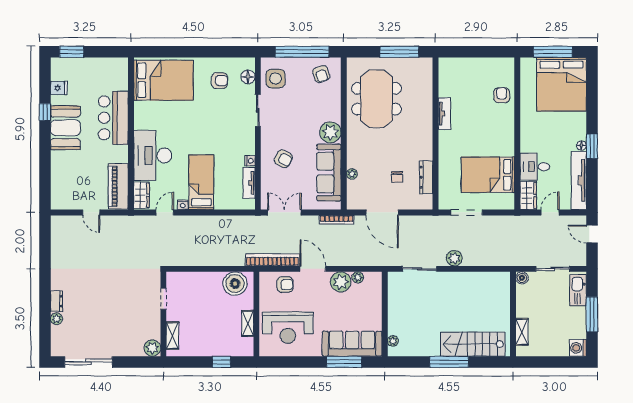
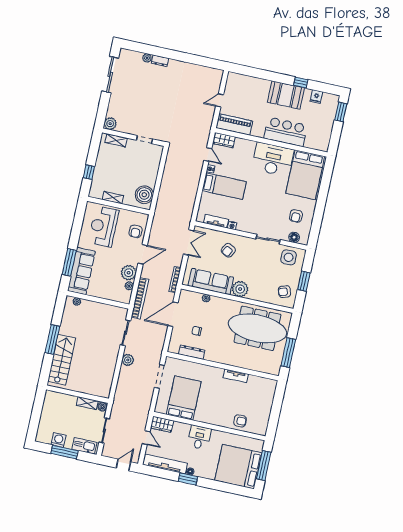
window: (302, 52) -> (304, 281), width x0.47
meeting table: (377, 99) -> (257, 328), width x1.36
desk: (153, 156) -> (273, 159), moved
desk: (535, 167) -> (199, 437), moved
bookcase: (272, 260) -> (140, 298), moved
shelving: (522, 332) -> (87, 403), moved
washing machine: (578, 348) -> (59, 440), moved

